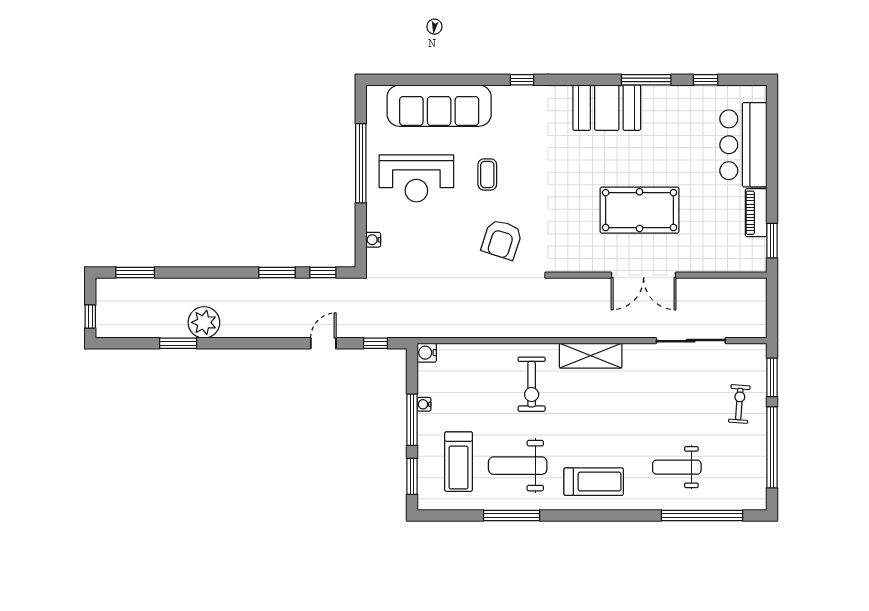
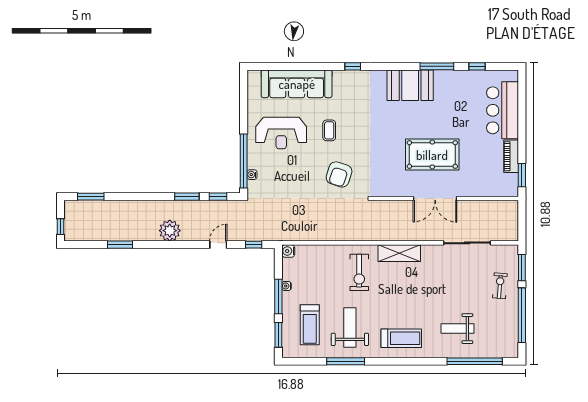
window: (361, 163) -> (244, 161), moved
plant: (204, 322) -> (170, 231), moved
weight bench: (518, 466) -> (350, 327), turned 90

